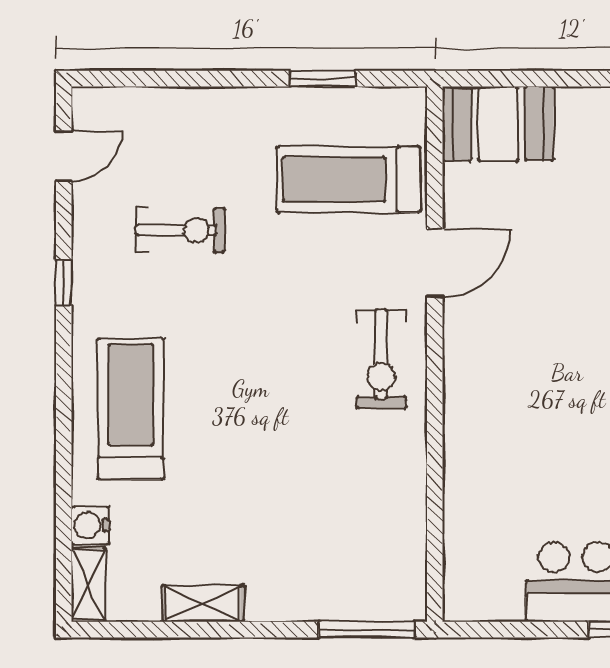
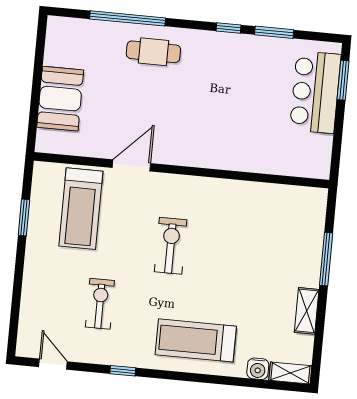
booth: (498, 124) -> (60, 99), moved
door: (435, 263) -> (131, 165), hinge flipped
exercise bike: (381, 359) -> (171, 246), moved, turned -90
window: (366, 630) -> (326, 259), moved

